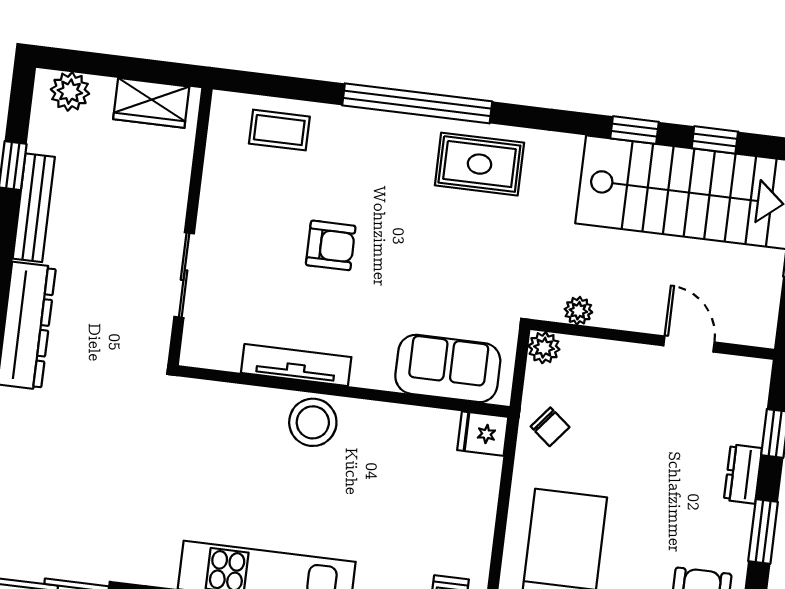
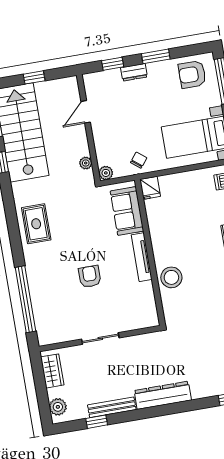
window: (417, 103) -> (26, 299), moved
coffee table: (279, 130) -> (47, 313), removed
sliding door: (184, 275) -> (100, 339), moved
tv unit: (296, 365) -> (142, 257), moved
stool: (313, 422) -> (171, 277), moved

